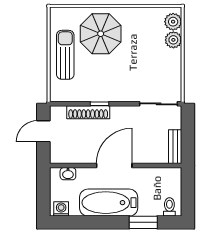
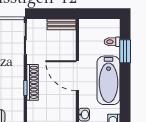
shoe rack: (88, 112) -> (33, 82), moved
toilet: (169, 207) -> (112, 42), moved

